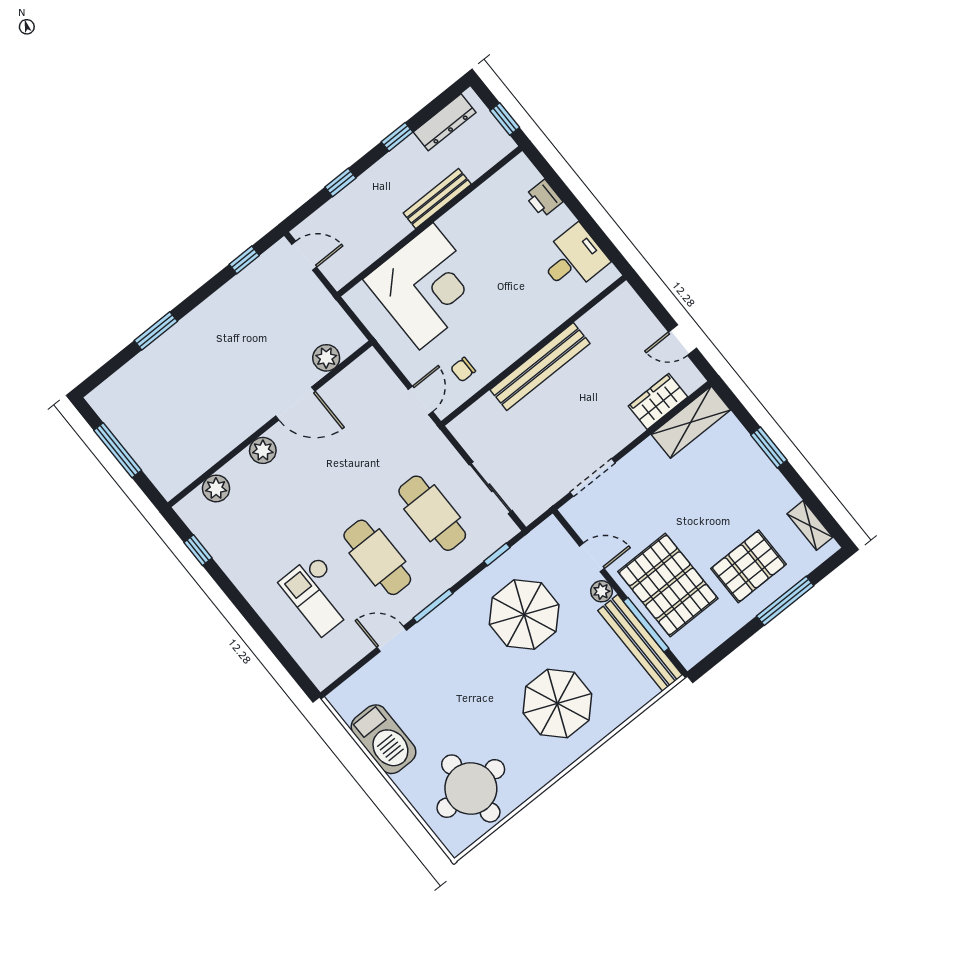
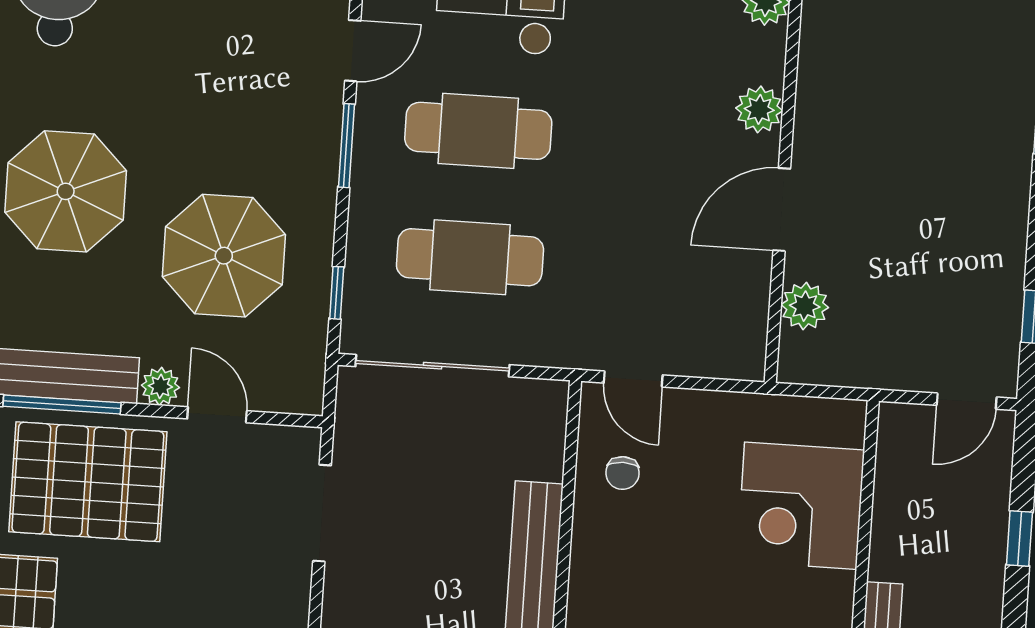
corner desk: (426, 286) -> (801, 506), width x0.74, depth x0.74
chair: (463, 370) -> (623, 473), turned 180
sliding door: (491, 488) -> (433, 366), width x1.37
door: (592, 557) -> (217, 415), swing flipped

